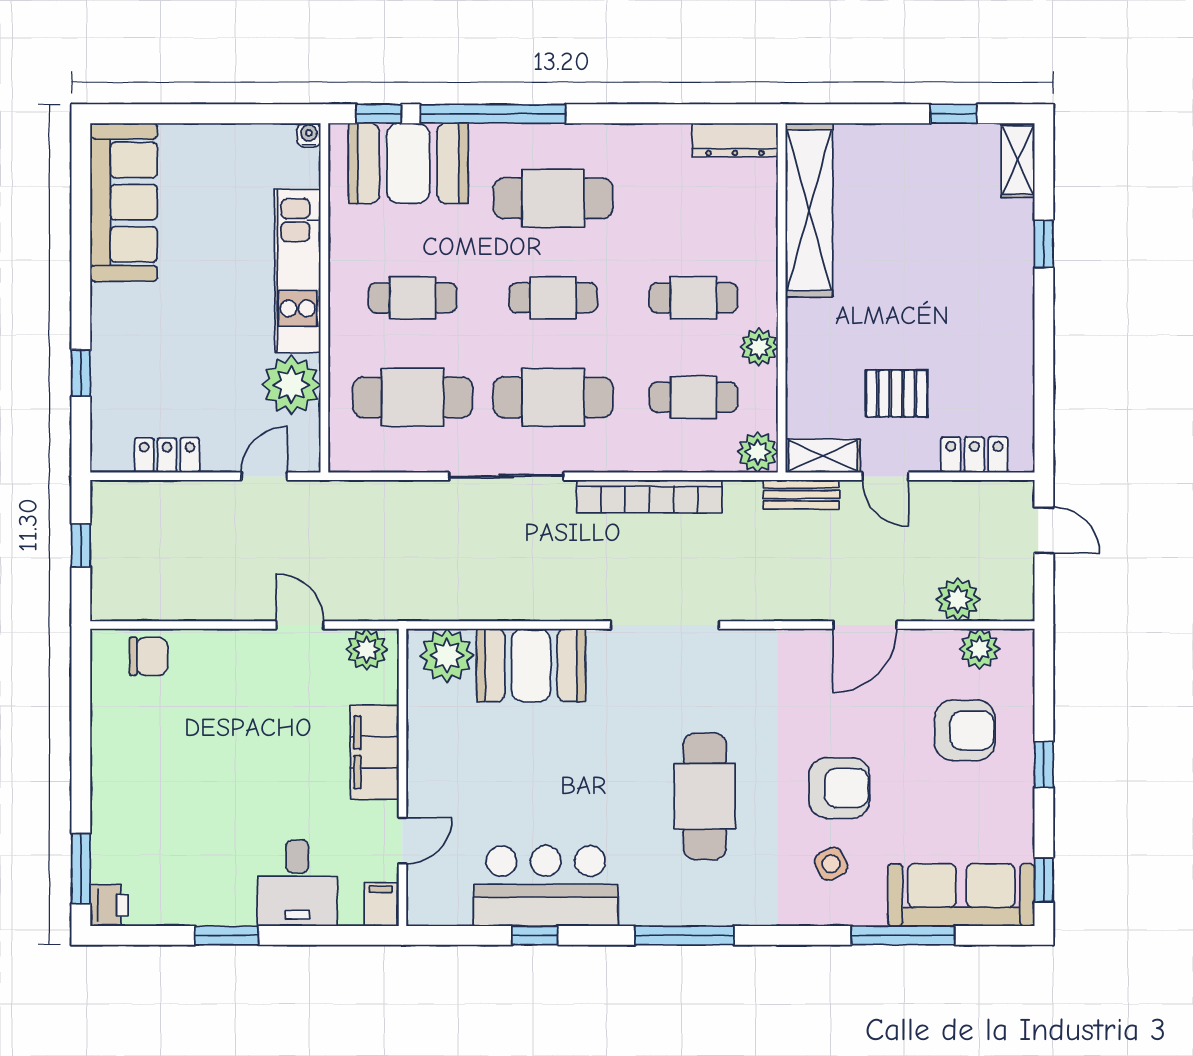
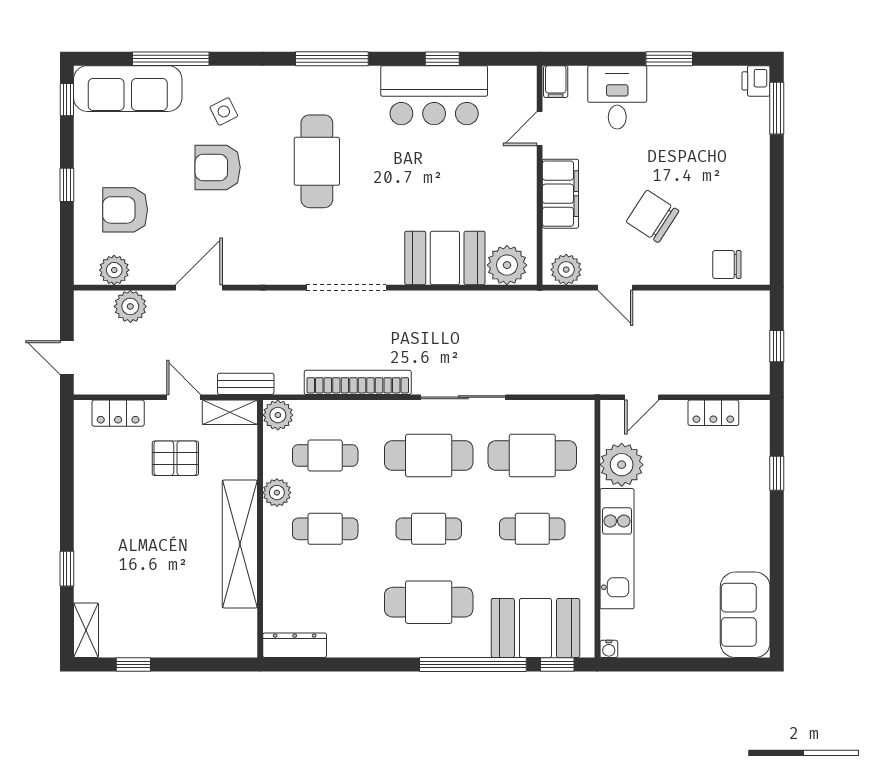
sofa: (124, 202) -> (745, 615), width x0.73
shelving: (809, 210) -> (240, 544), moved
chair: (249, 722) -> (653, 216), added

